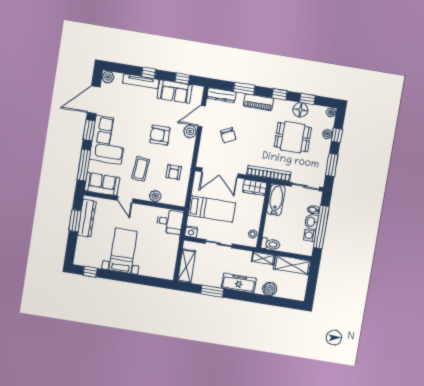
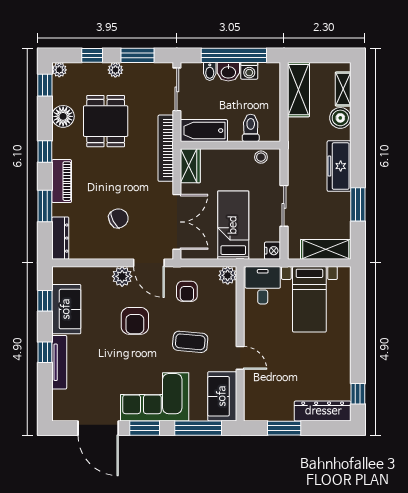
plant: (108, 77) -> (61, 412), removed
window: (308, 99) -> (45, 85), moved
door: (202, 116) -> (149, 263), moved
plant: (327, 134) -> (115, 70), moved
armchair: (174, 172) -> (187, 291), turned 90
plant: (155, 196) -> (228, 275), moved
door: (125, 200) -> (240, 358), hinge flipped
dresser: (87, 218) -> (323, 411), moved
toilet: (270, 244) -> (251, 128), moved
bed with nightstands: (123, 251) -> (309, 299), moved, turned -90
shelving: (263, 258) -> (343, 89), moved

